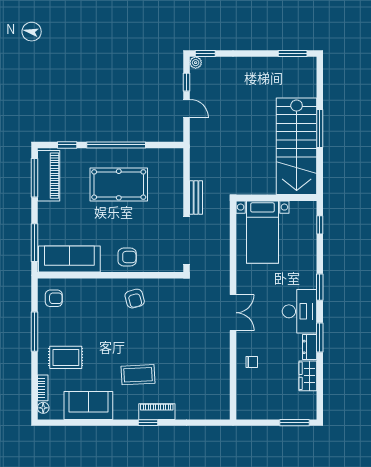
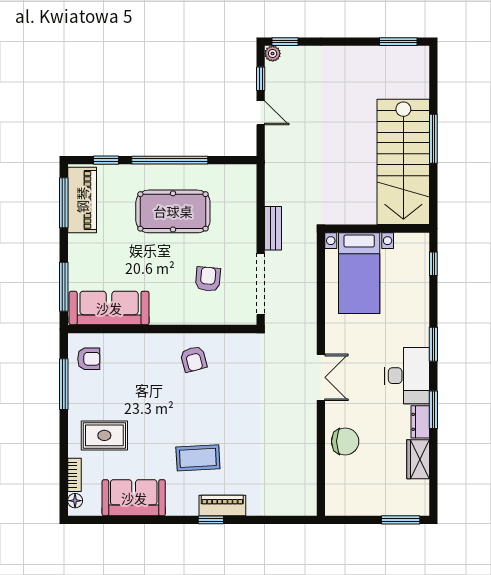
armchair: (127, 257) -> (208, 279), moved, turned -85
window: (34, 332) -> (64, 384), moved
chair: (252, 362) -> (345, 441), width x1.87, depth x1.87

